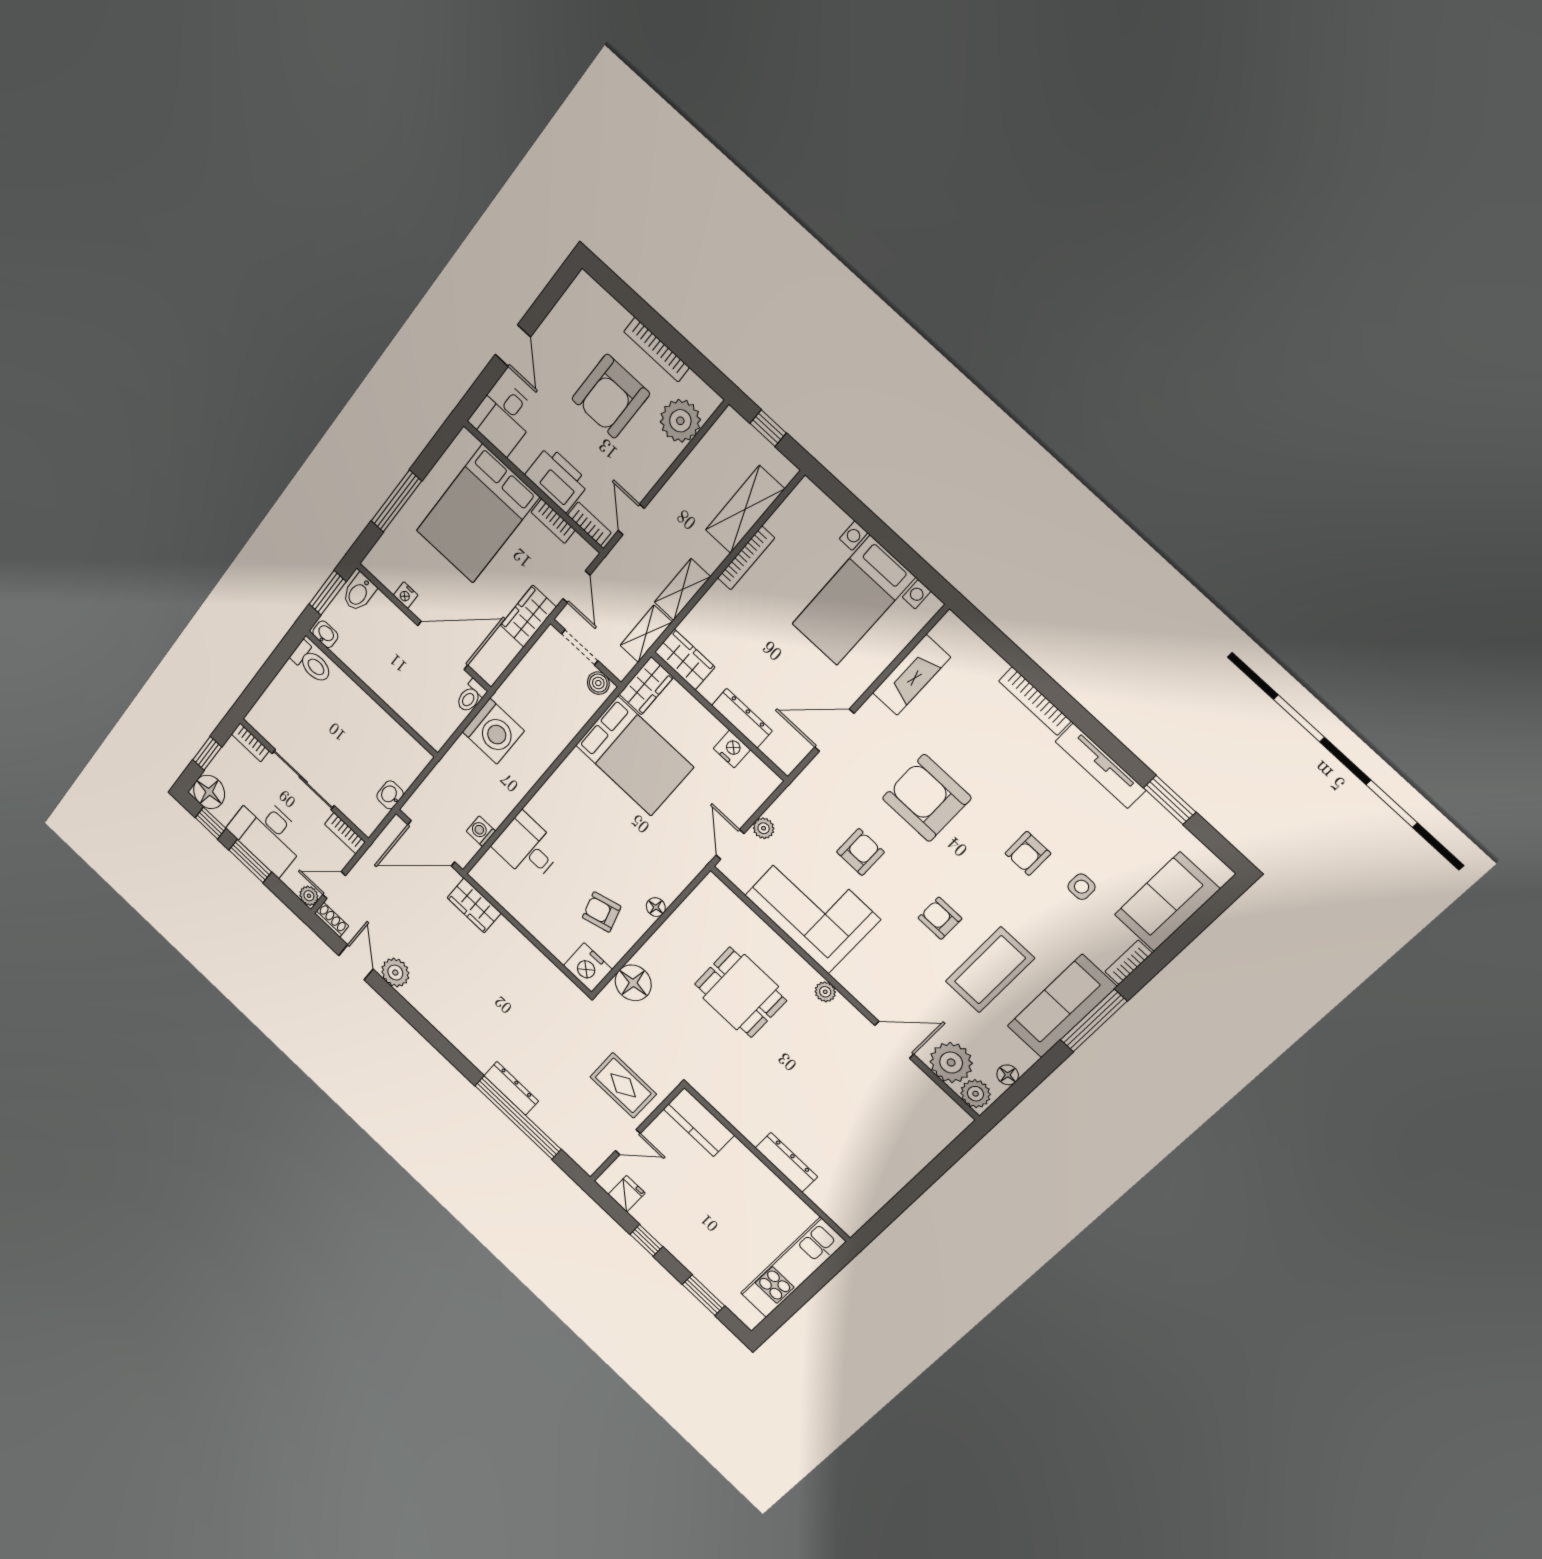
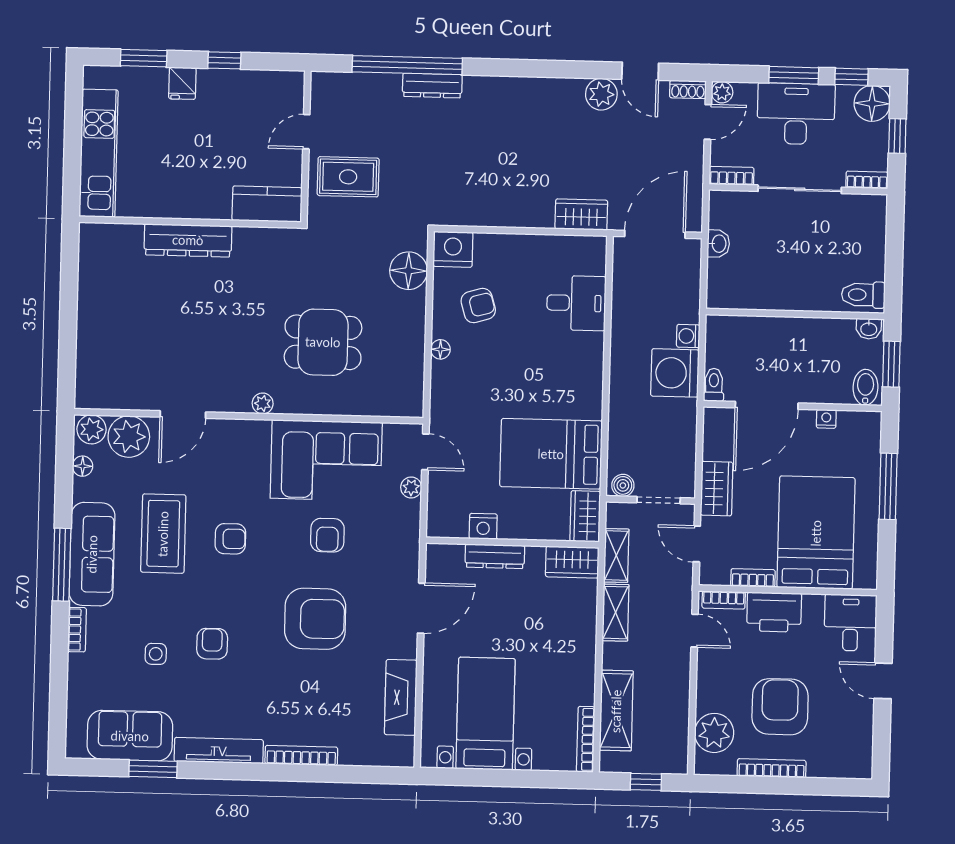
bookcase: (746, 558) -> (586, 739), moved
washing machine: (481, 831) -> (688, 336), moved, turned 180
sofa: (1167, 902) -> (130, 736), moved, turned -90
dresser: (786, 1162) -> (188, 240), width x1.37, depth x1.24
fridge: (627, 1194) -> (182, 83), moved

